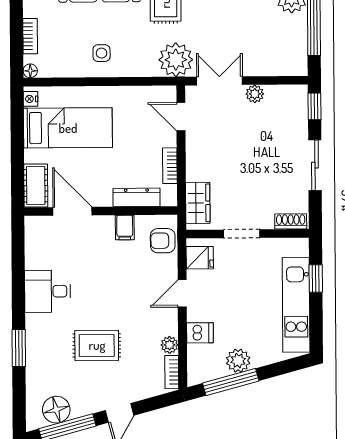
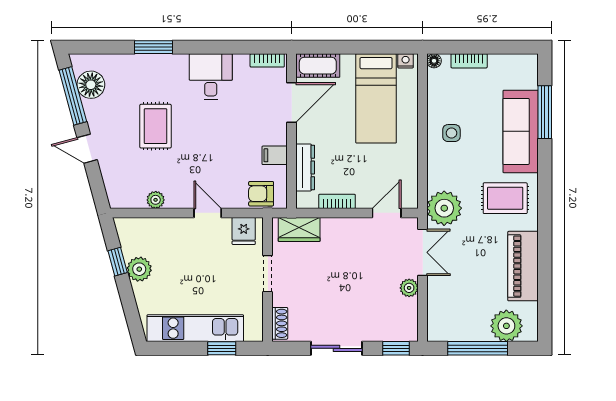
armchair: (163, 241) -> (261, 194), turned -90
dishwasher: (200, 333) -> (168, 231), removed
bookcase: (172, 372) -> (267, 60), moved, turned 180
window: (231, 382) -> (118, 262), width x0.46

